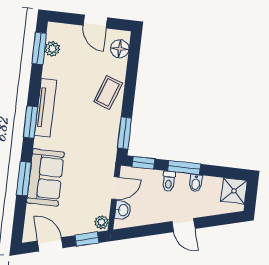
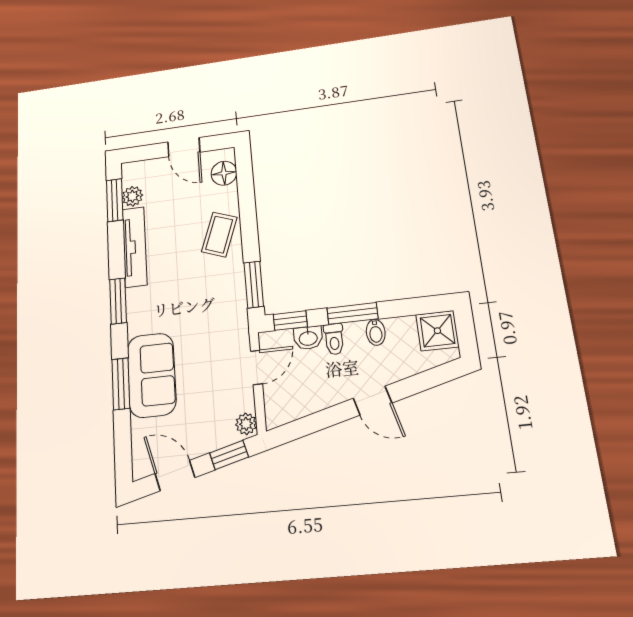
tv unit: (46, 108) -> (135, 247), moved
washbasin: (123, 210) -> (308, 338), moved, turned 90

